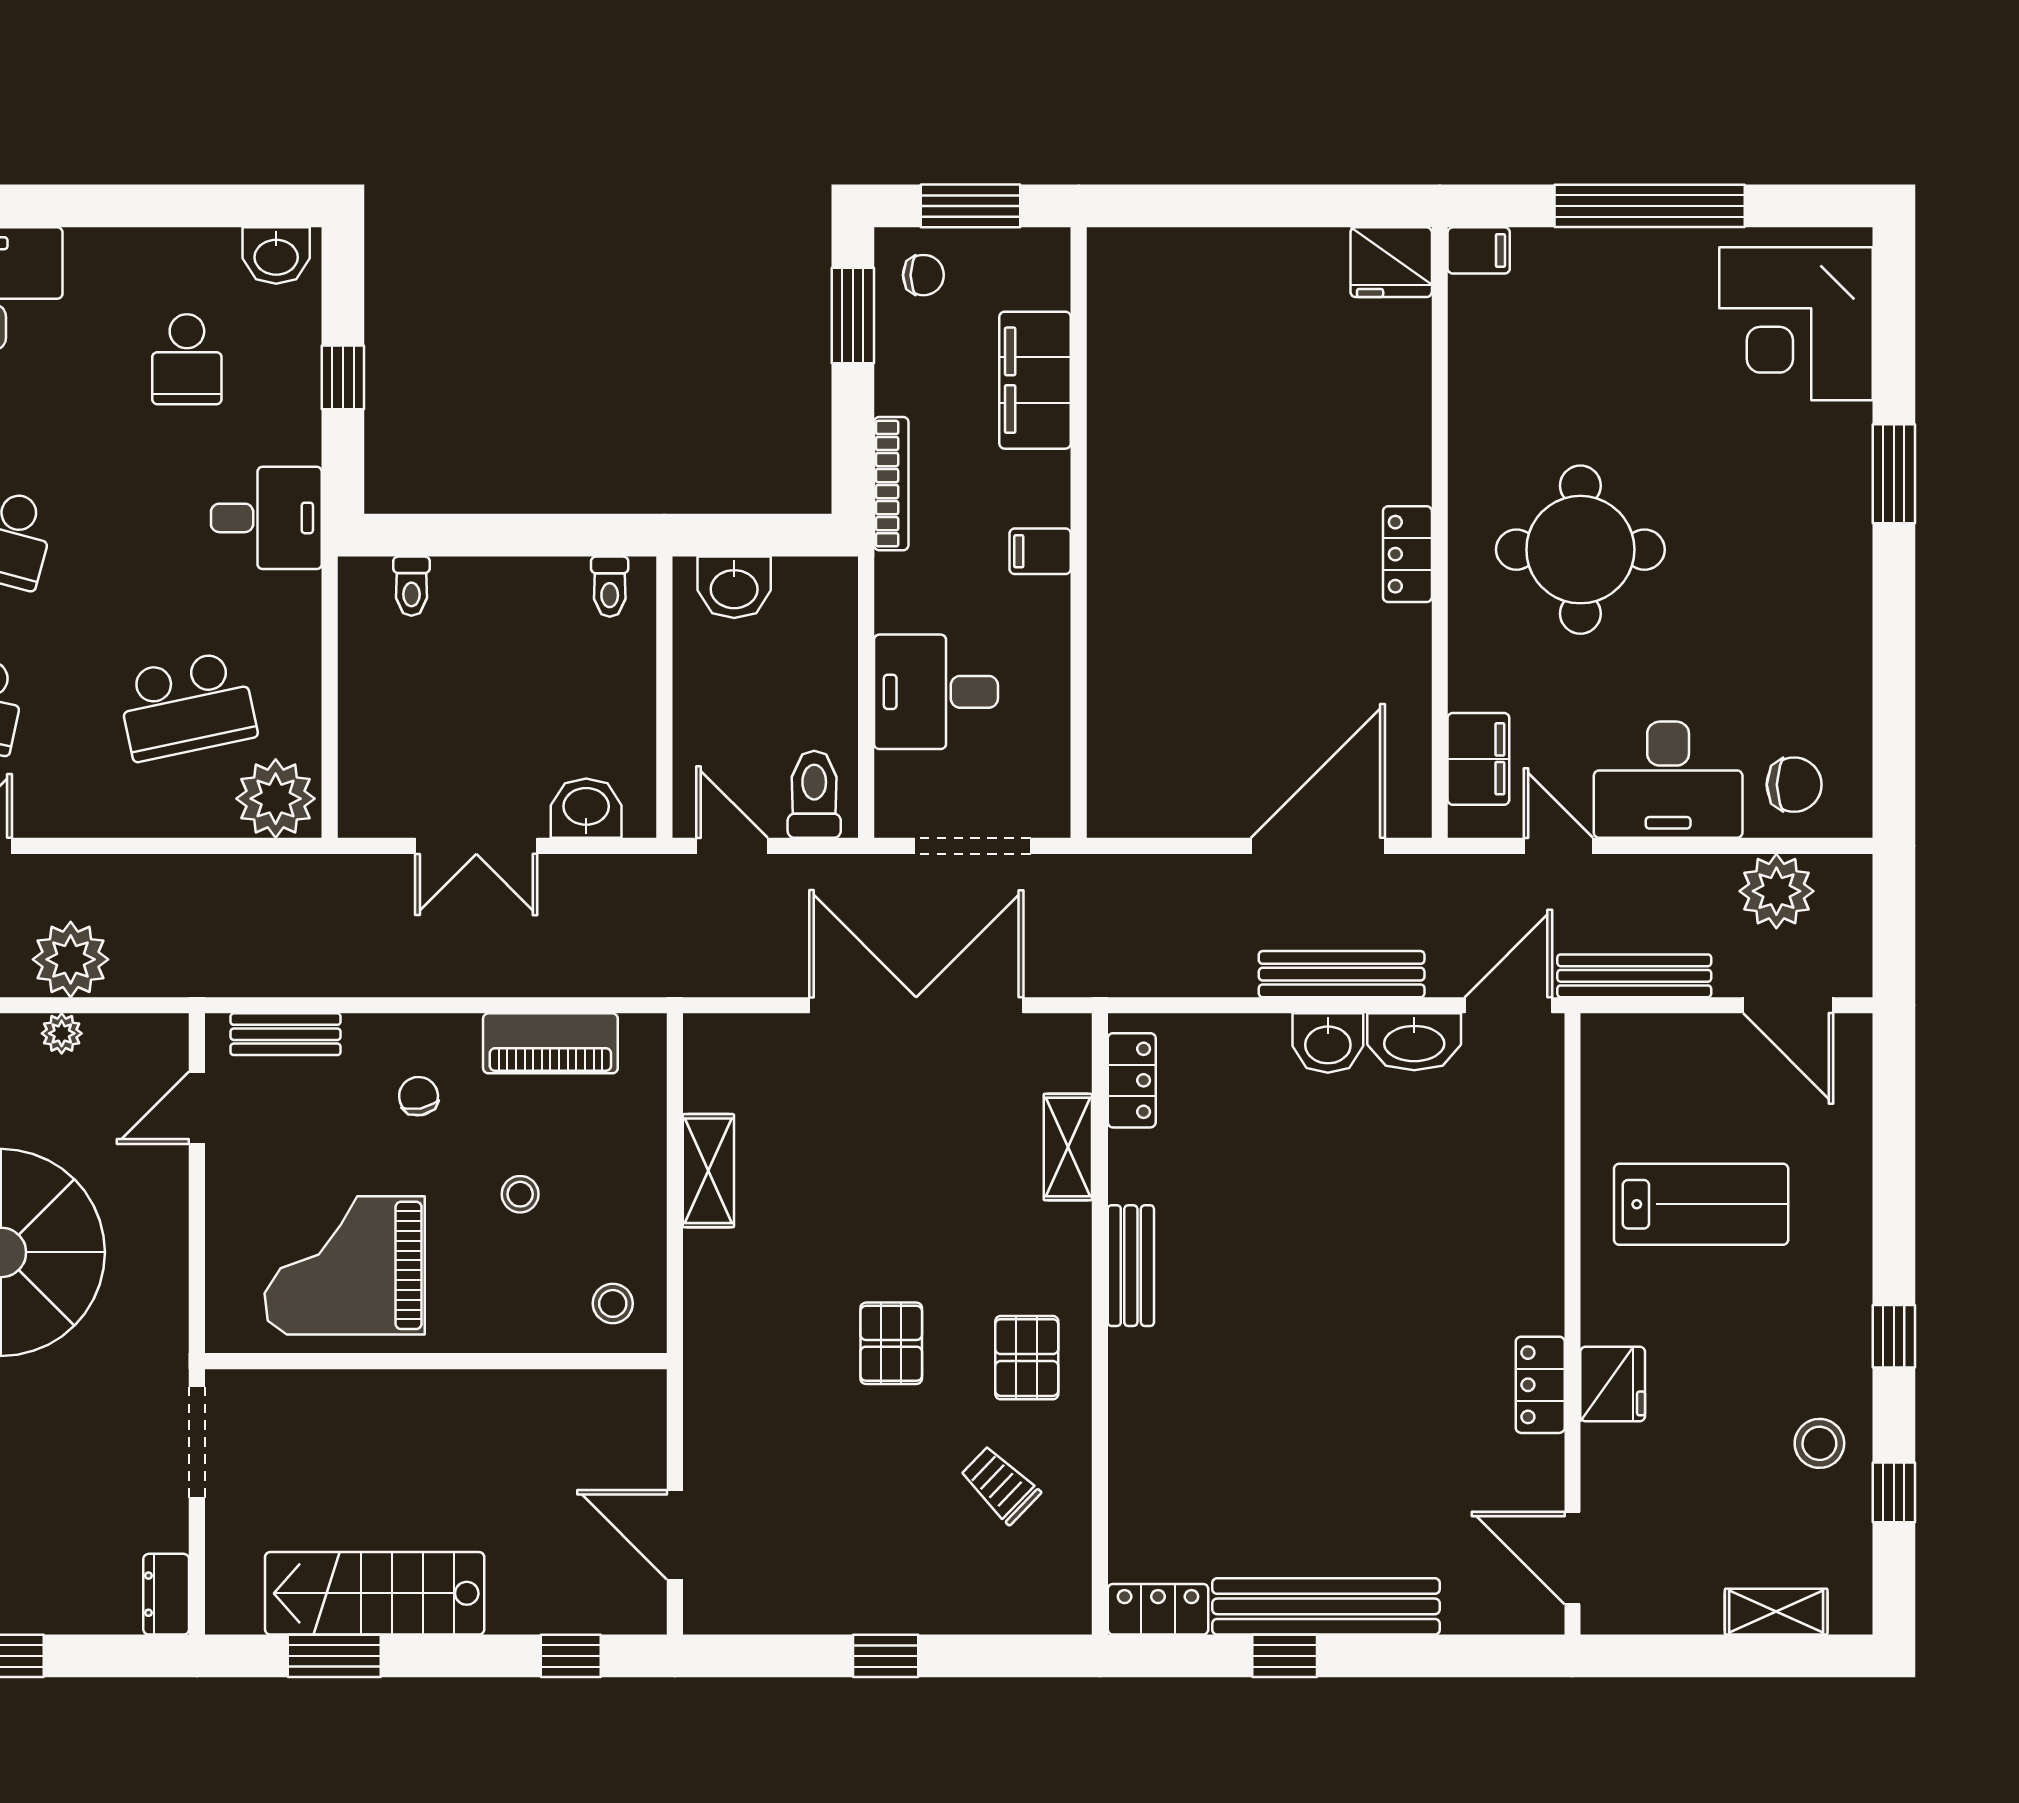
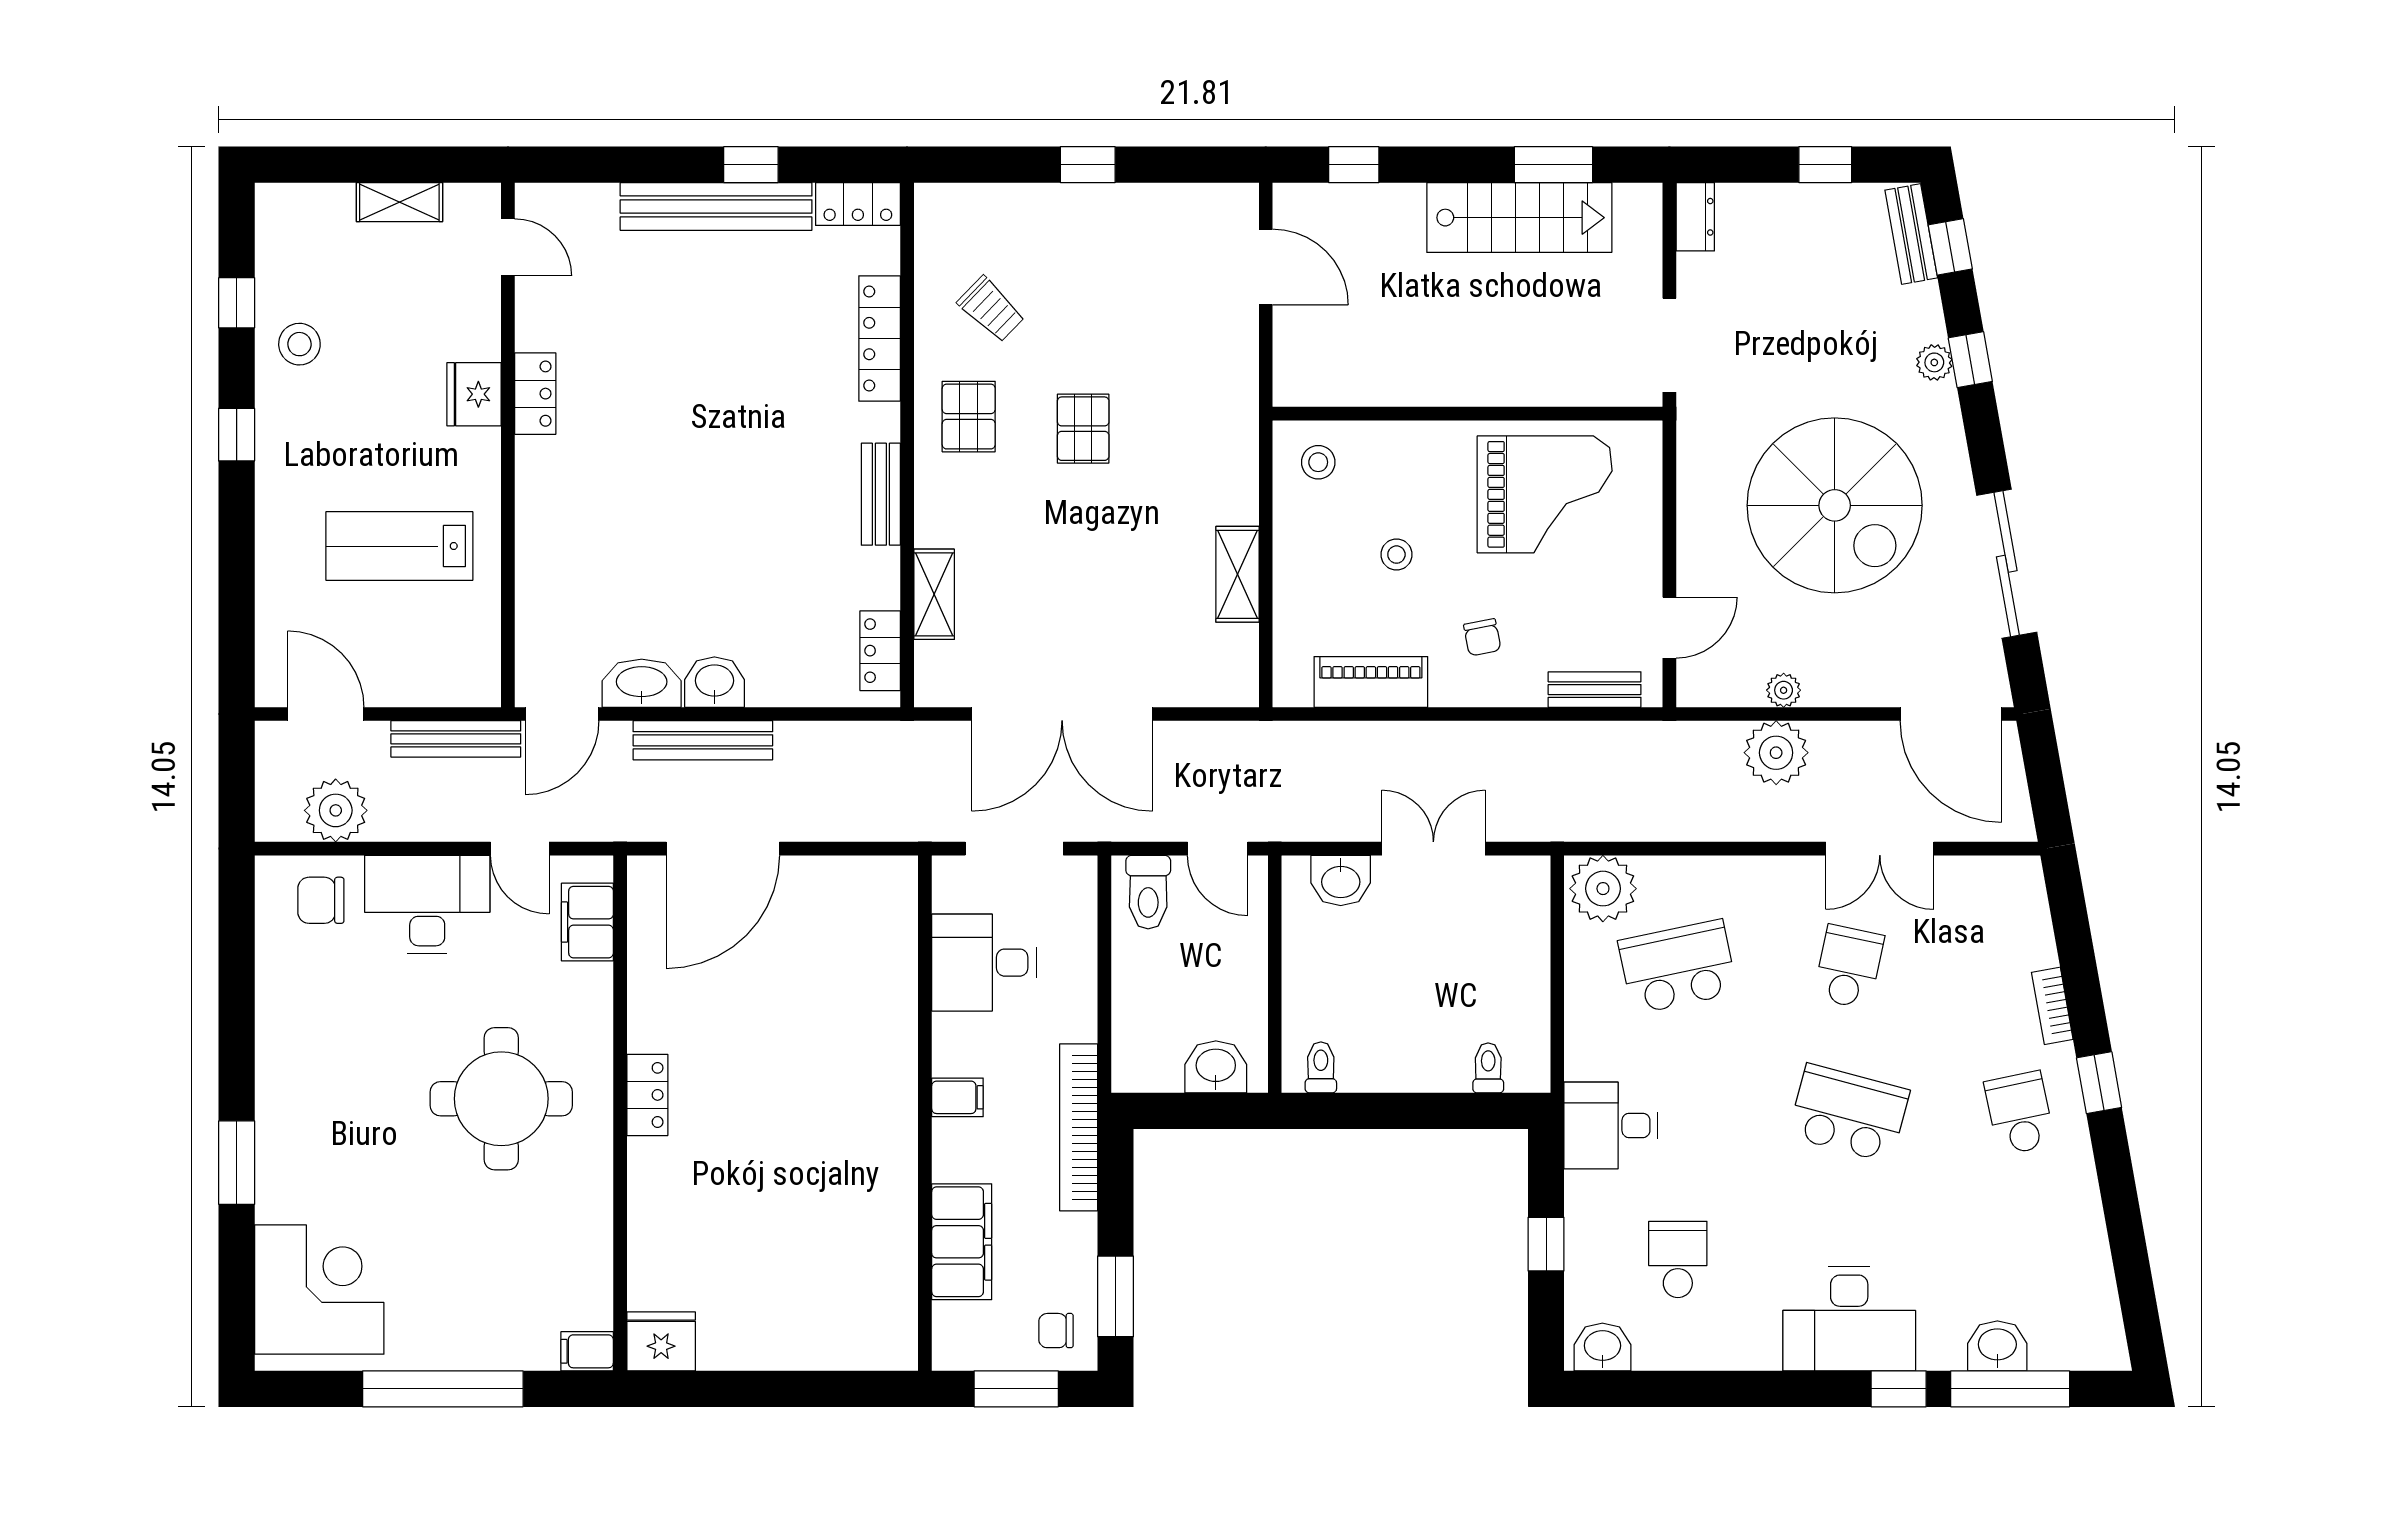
bookcase: (891, 484) -> (1079, 1127), width x1.48, depth x1.31
desk: (936, 692) -> (984, 963), moved, turned 180
locker: (1132, 1450) -> (880, 339), added
door: (1573, 1558) -> (508, 247), width x0.73
shelving: (1776, 1612) -> (399, 202), moved

